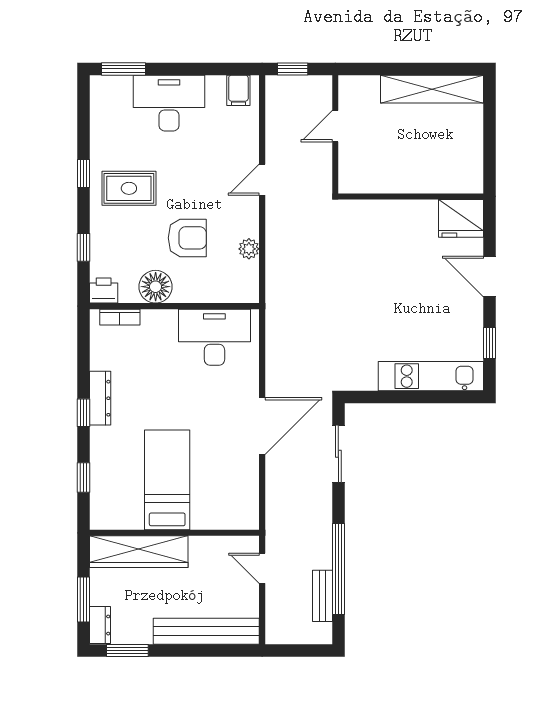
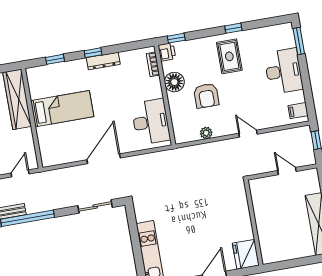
window: (83, 247) -> (176, 38), moved
door: (262, 426) -> (104, 159), swing flipped

